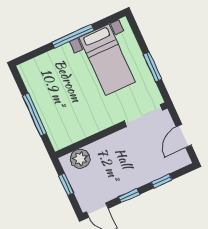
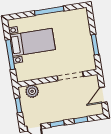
bed with nightstands: (107, 60) -> (32, 42), moved, turned -90
doorway: (143, 116) -> (70, 76), moved

